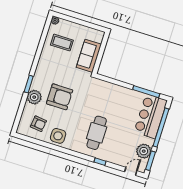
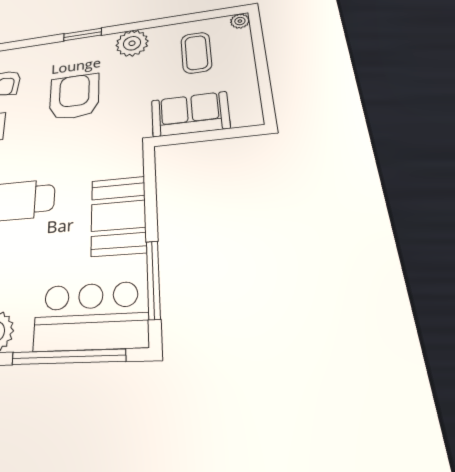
booth: (119, 96) -> (118, 216), added
plant: (34, 97) -> (132, 43), moved
armchair: (60, 97) -> (74, 97), turned 180

